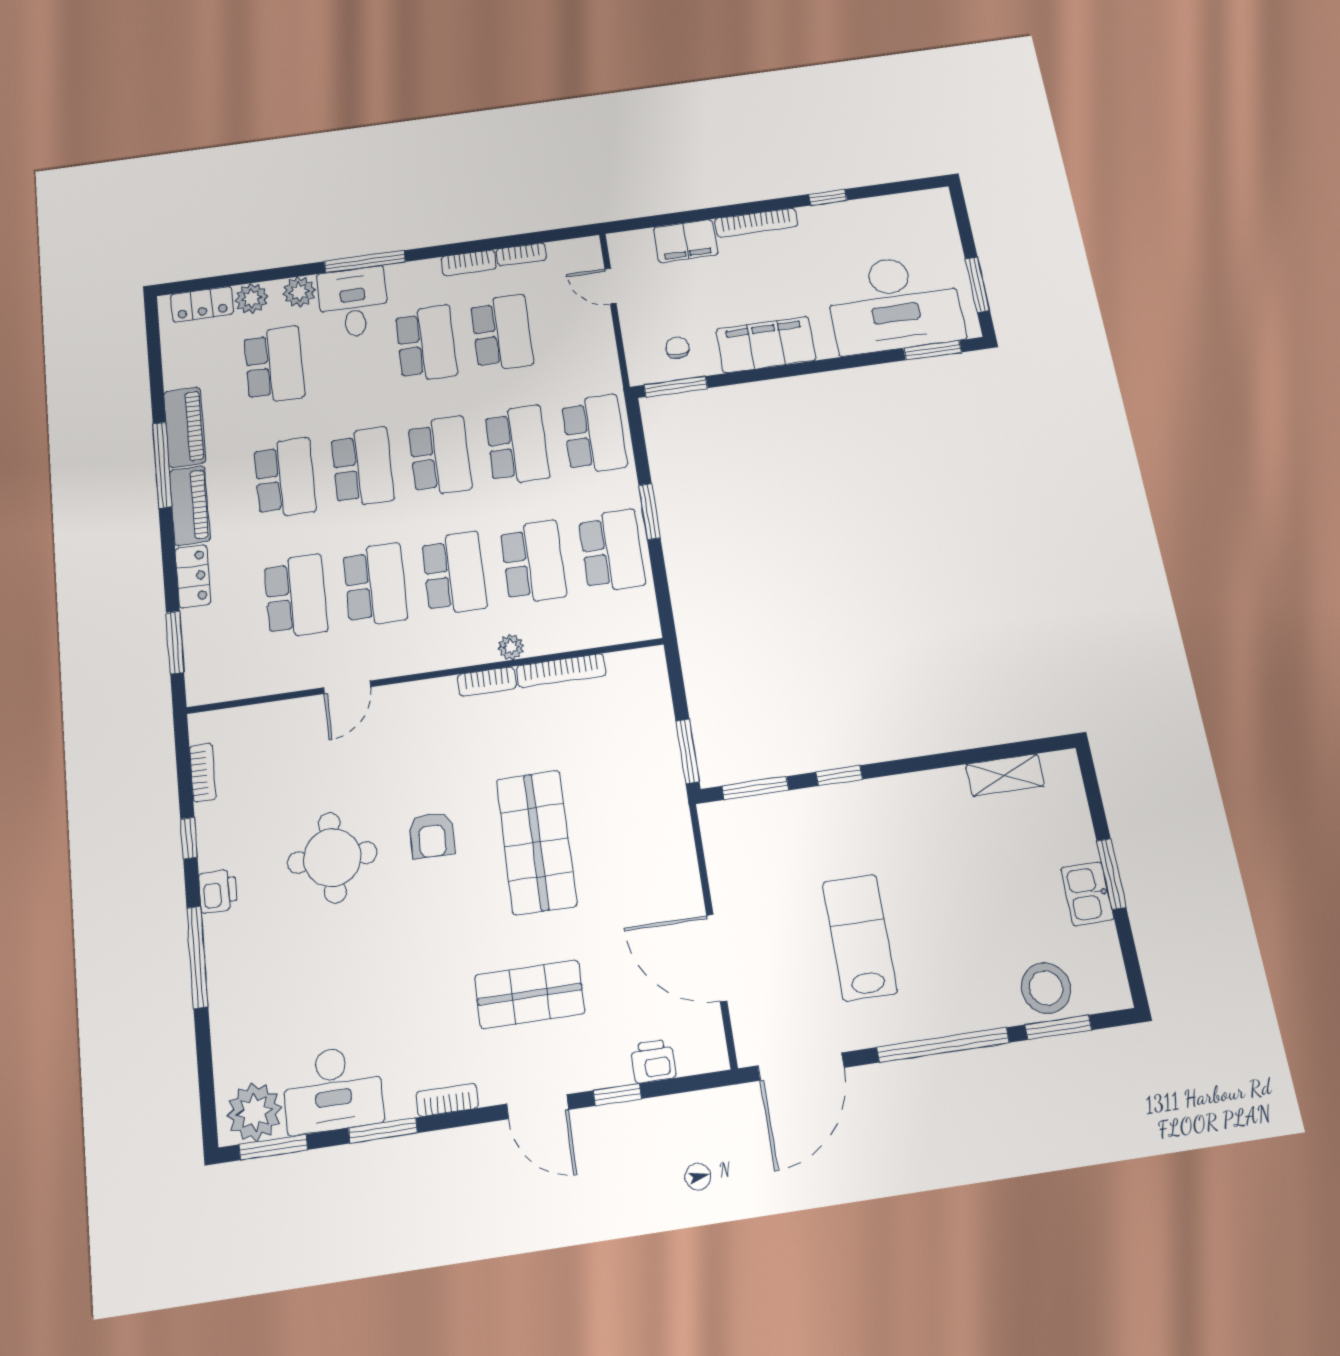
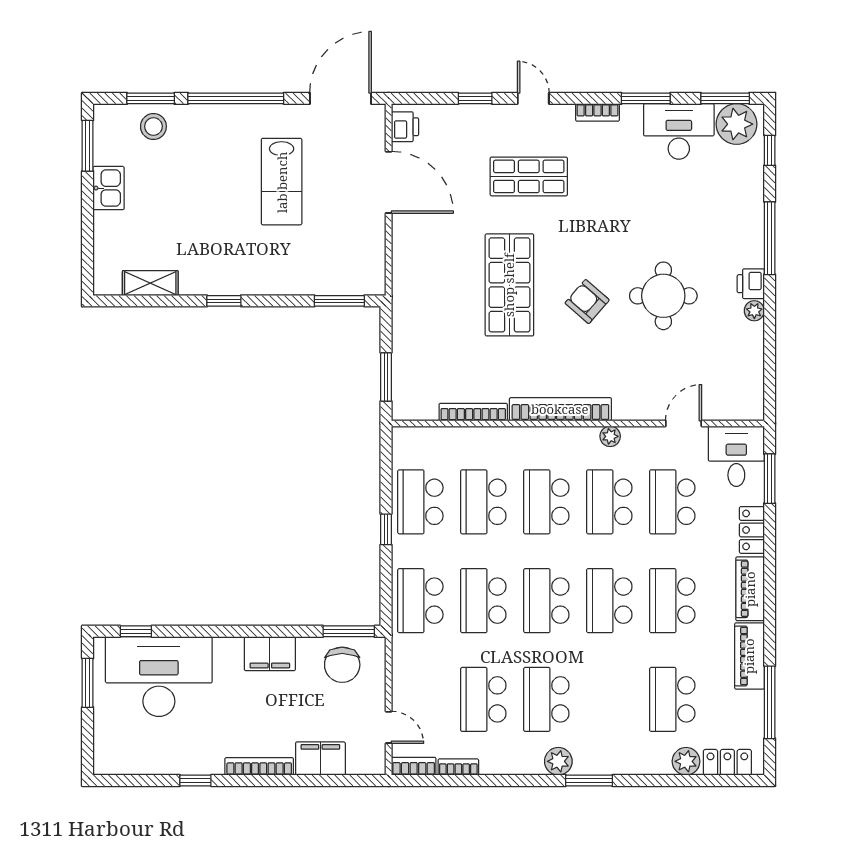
window: (365, 262) -> (589, 780), width x0.69
bookcase: (469, 263) -> (414, 766), moved
plant: (299, 292) -> (558, 761), moved
desk: (353, 302) -> (736, 456), moved, turned 180
filing cabinet: (766, 345) -> (270, 654), width x0.67, depth x0.86
chair: (677, 348) -> (342, 665), width x1.87, depth x1.87
window: (933, 350) -> (136, 631), width x0.67
window: (162, 465) -> (770, 702), moved
window: (649, 512) -> (386, 529), width x0.67
plant: (511, 647) -> (610, 436), moved
bookcase: (487, 682) -> (560, 409), width x2.31, depth x1.31
door: (347, 687) -> (684, 423), moved
window: (688, 751) -> (386, 377), moved
bookcase: (203, 773) -> (756, 374), removed
window: (839, 776) -> (224, 301), moved
armchair: (432, 835) -> (587, 302), turned -49
window: (189, 838) -> (770, 150), moved
plant: (211, 855) -> (754, 311), added
window: (1111, 874) -> (88, 146), moved
stool: (1046, 988) -> (153, 126), width x0.73, depth x0.73
printer: (653, 1061) -> (405, 127), moved, turned -90
door: (538, 1107) -> (533, 98), width x0.73

